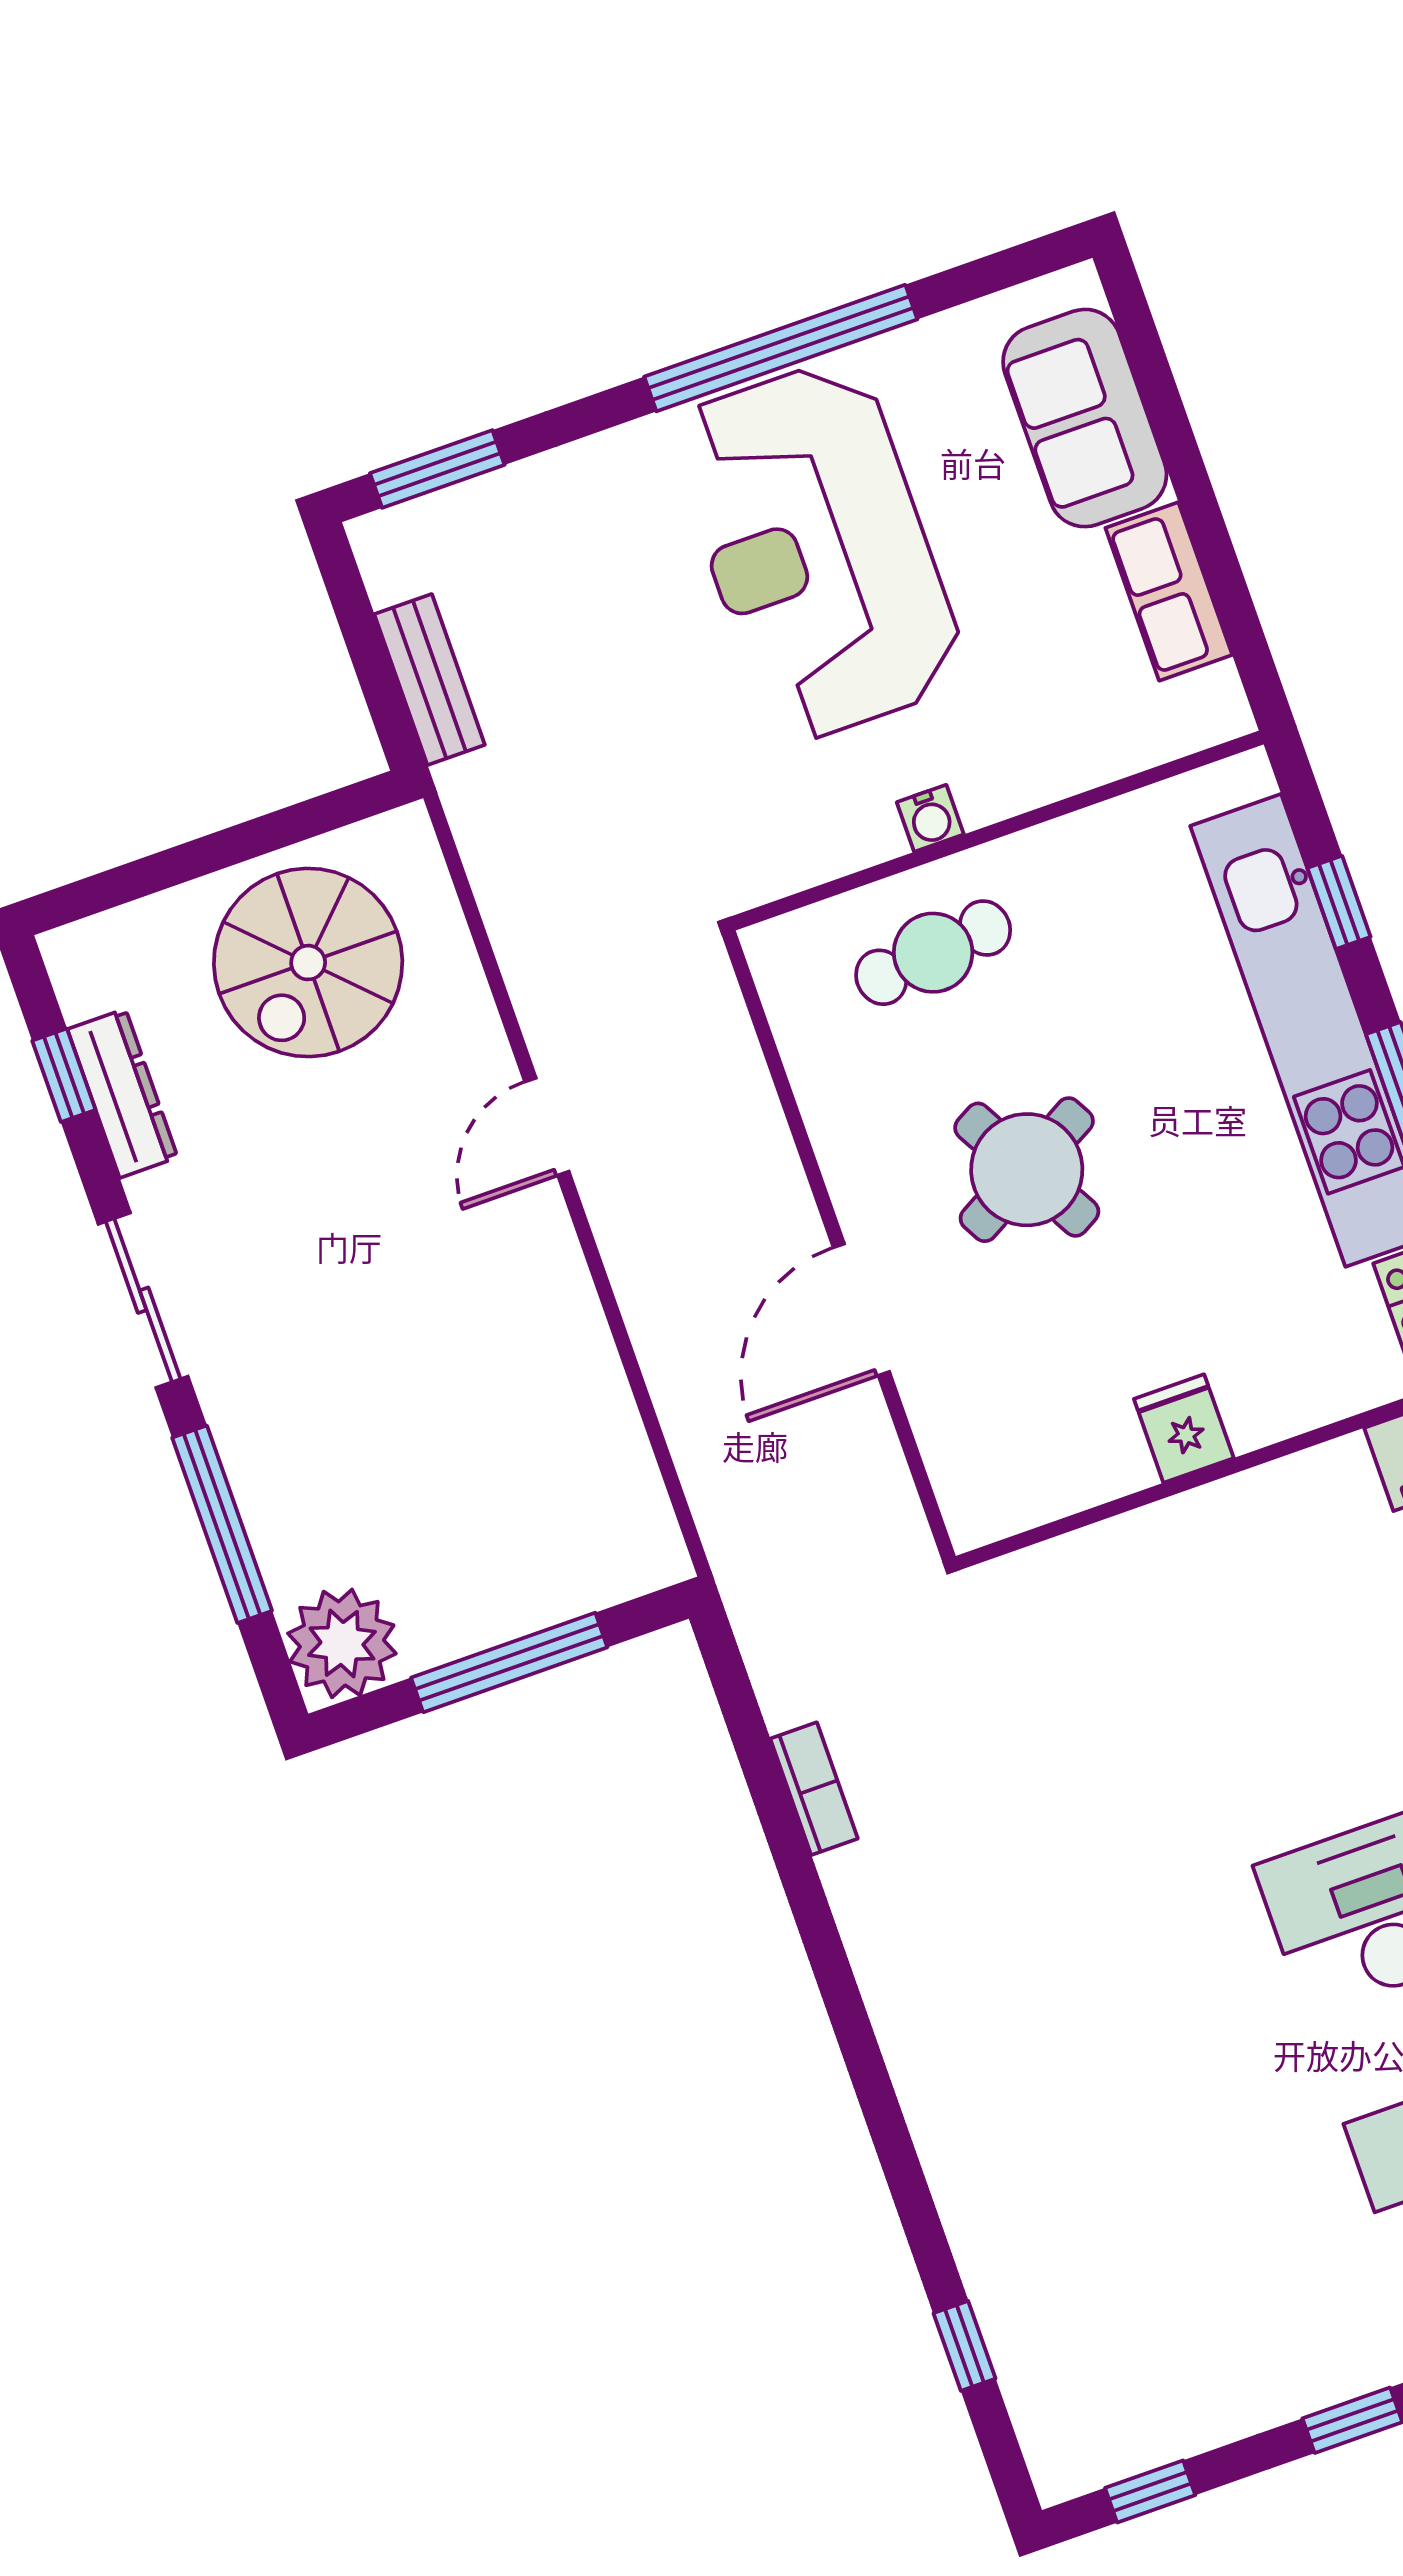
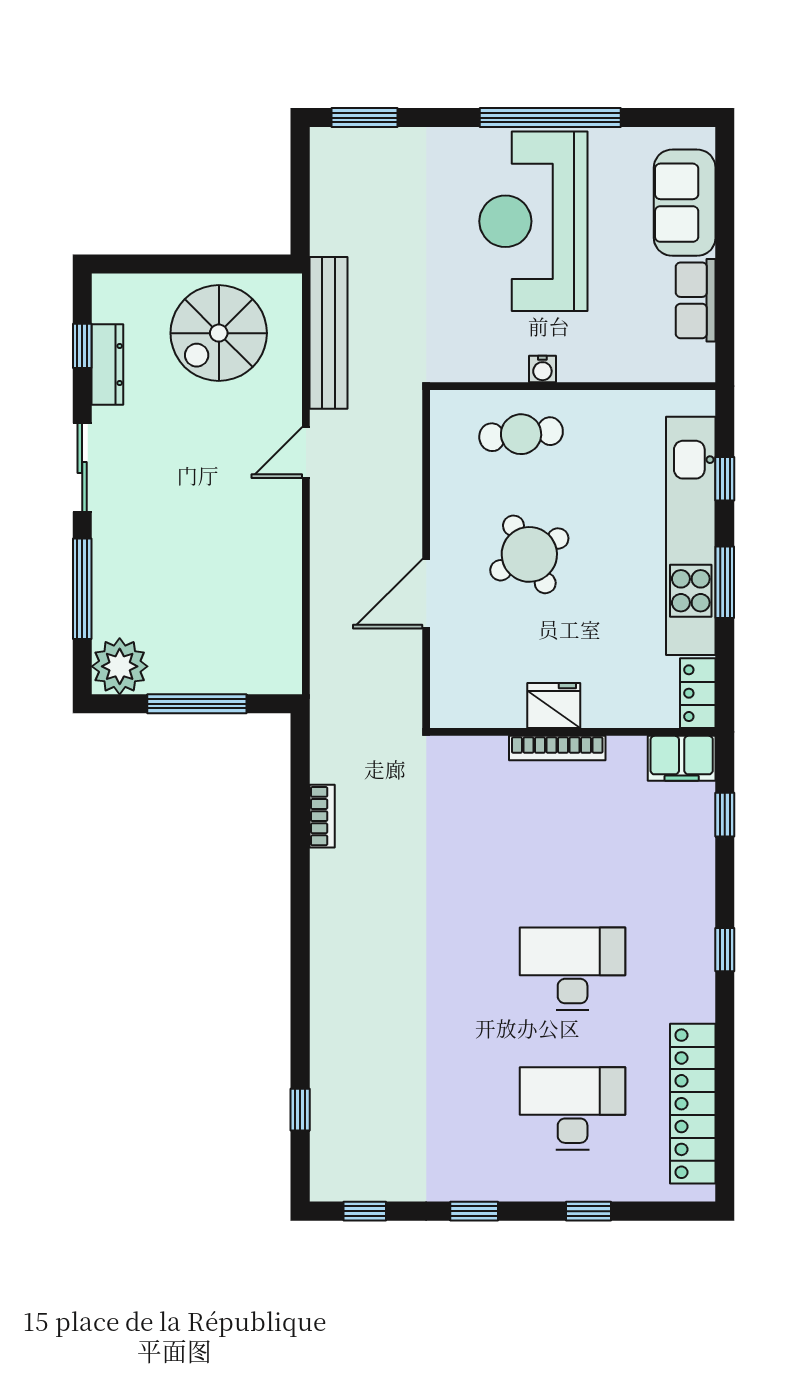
bench: (430, 679) -> (328, 333), moved, width x1.86, depth x1.21
fridge: (1184, 1429) -> (554, 706), width x1.38
bookcase: (1204, 1510) -> (557, 748), added

